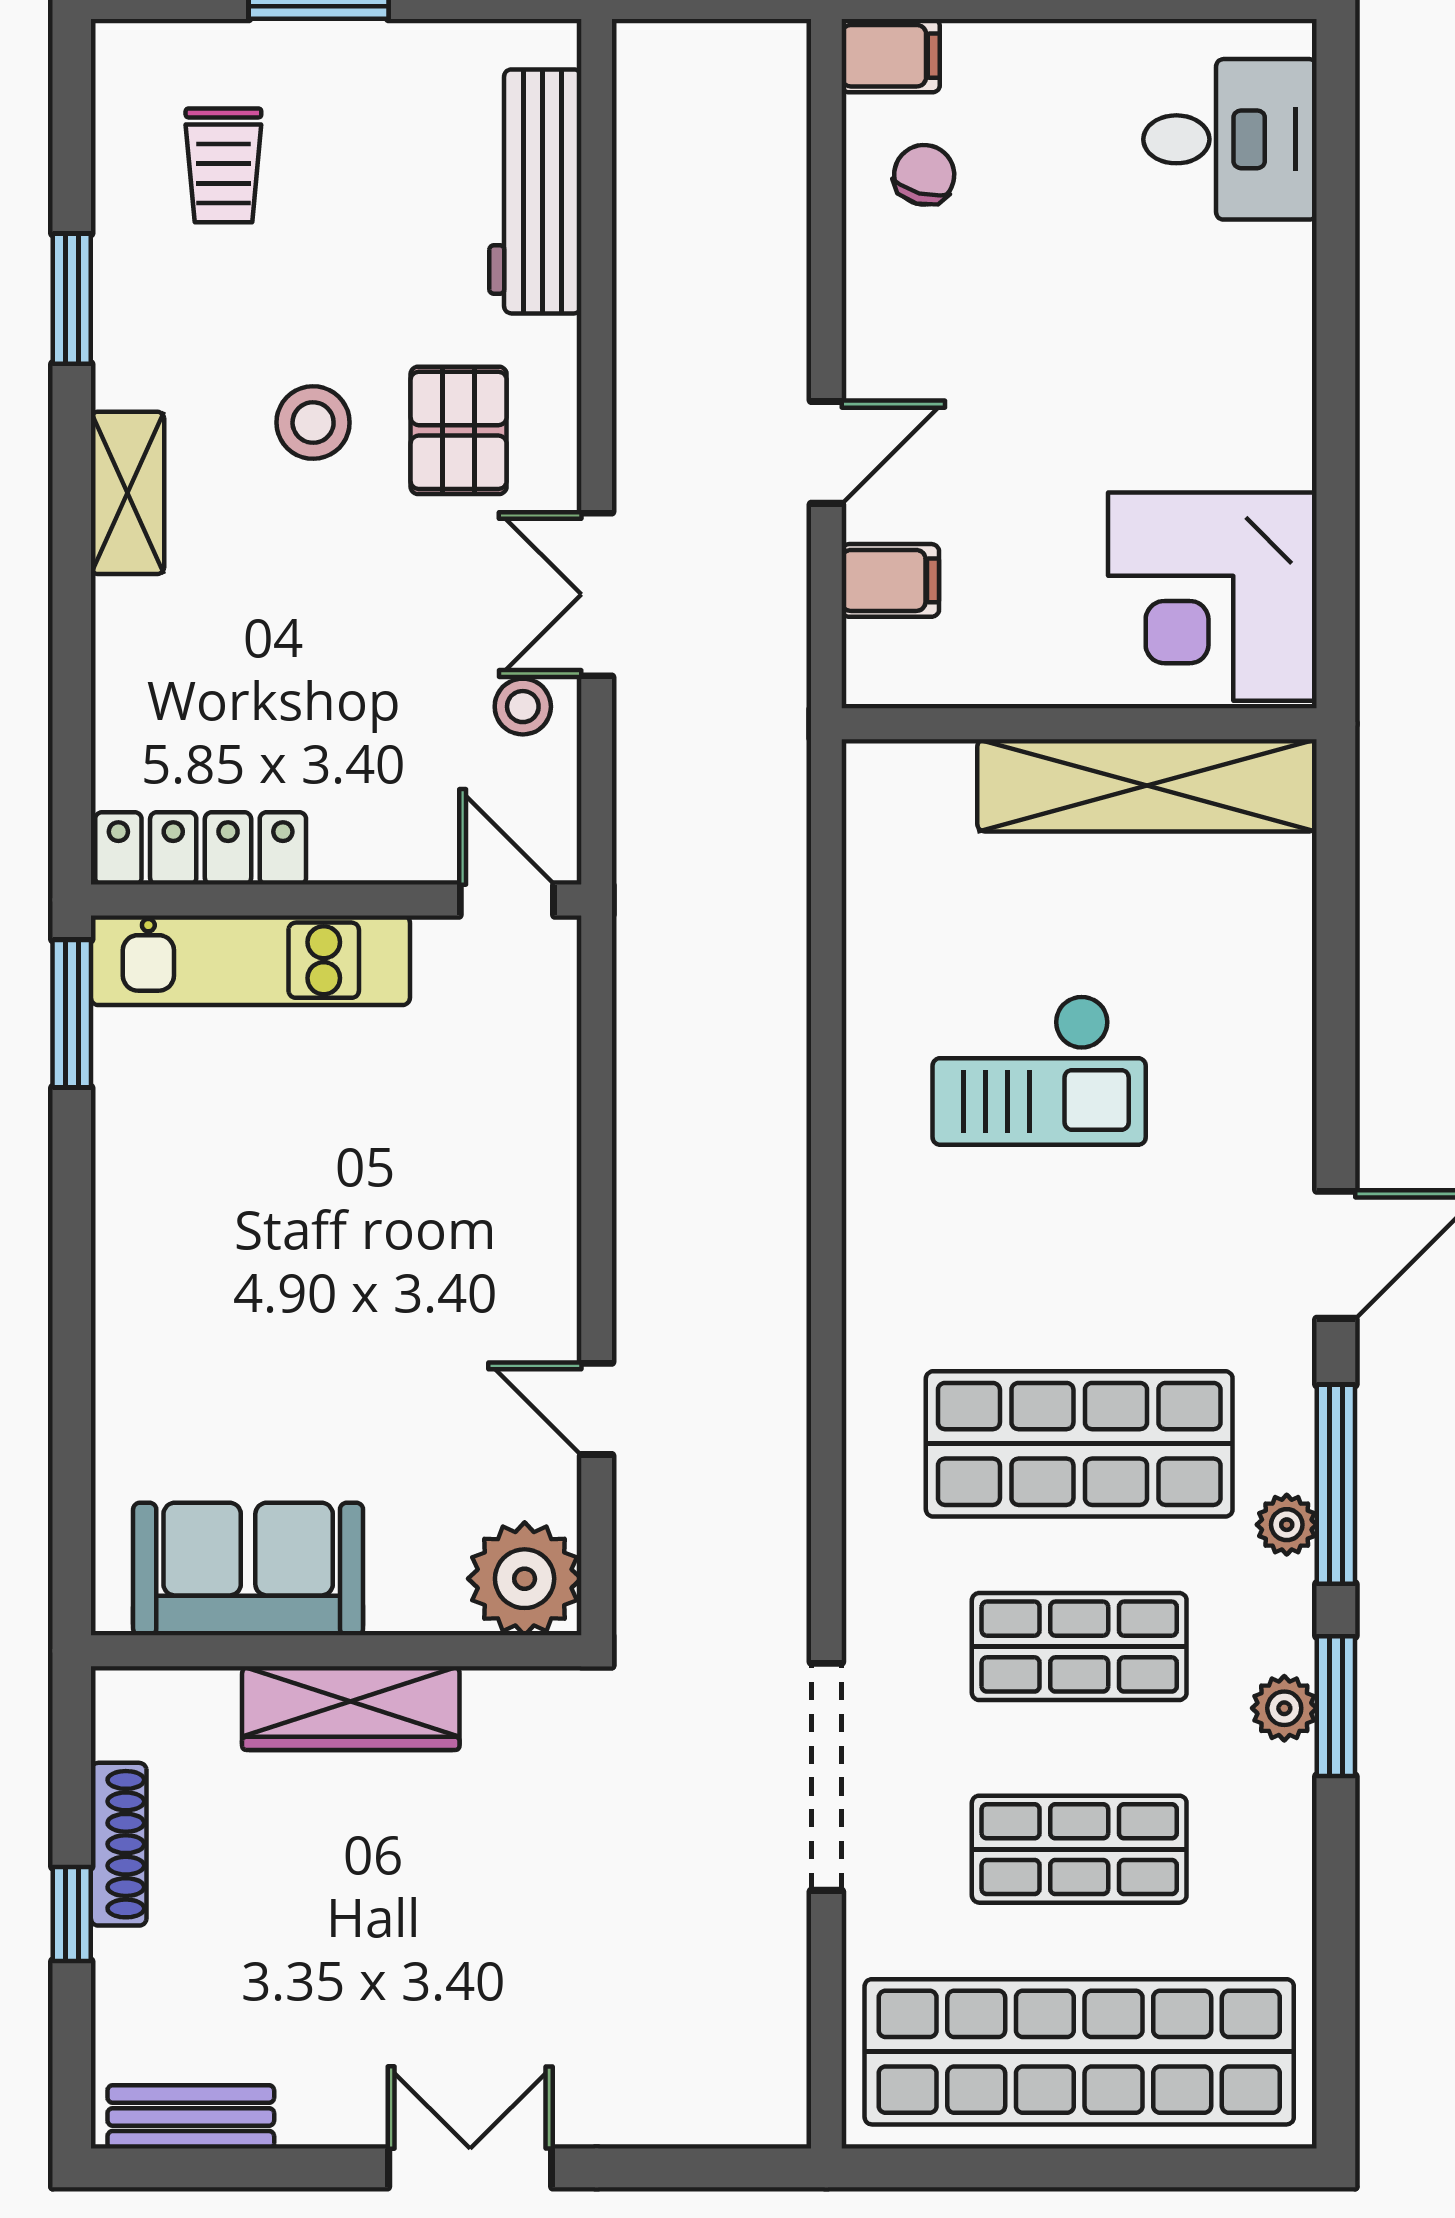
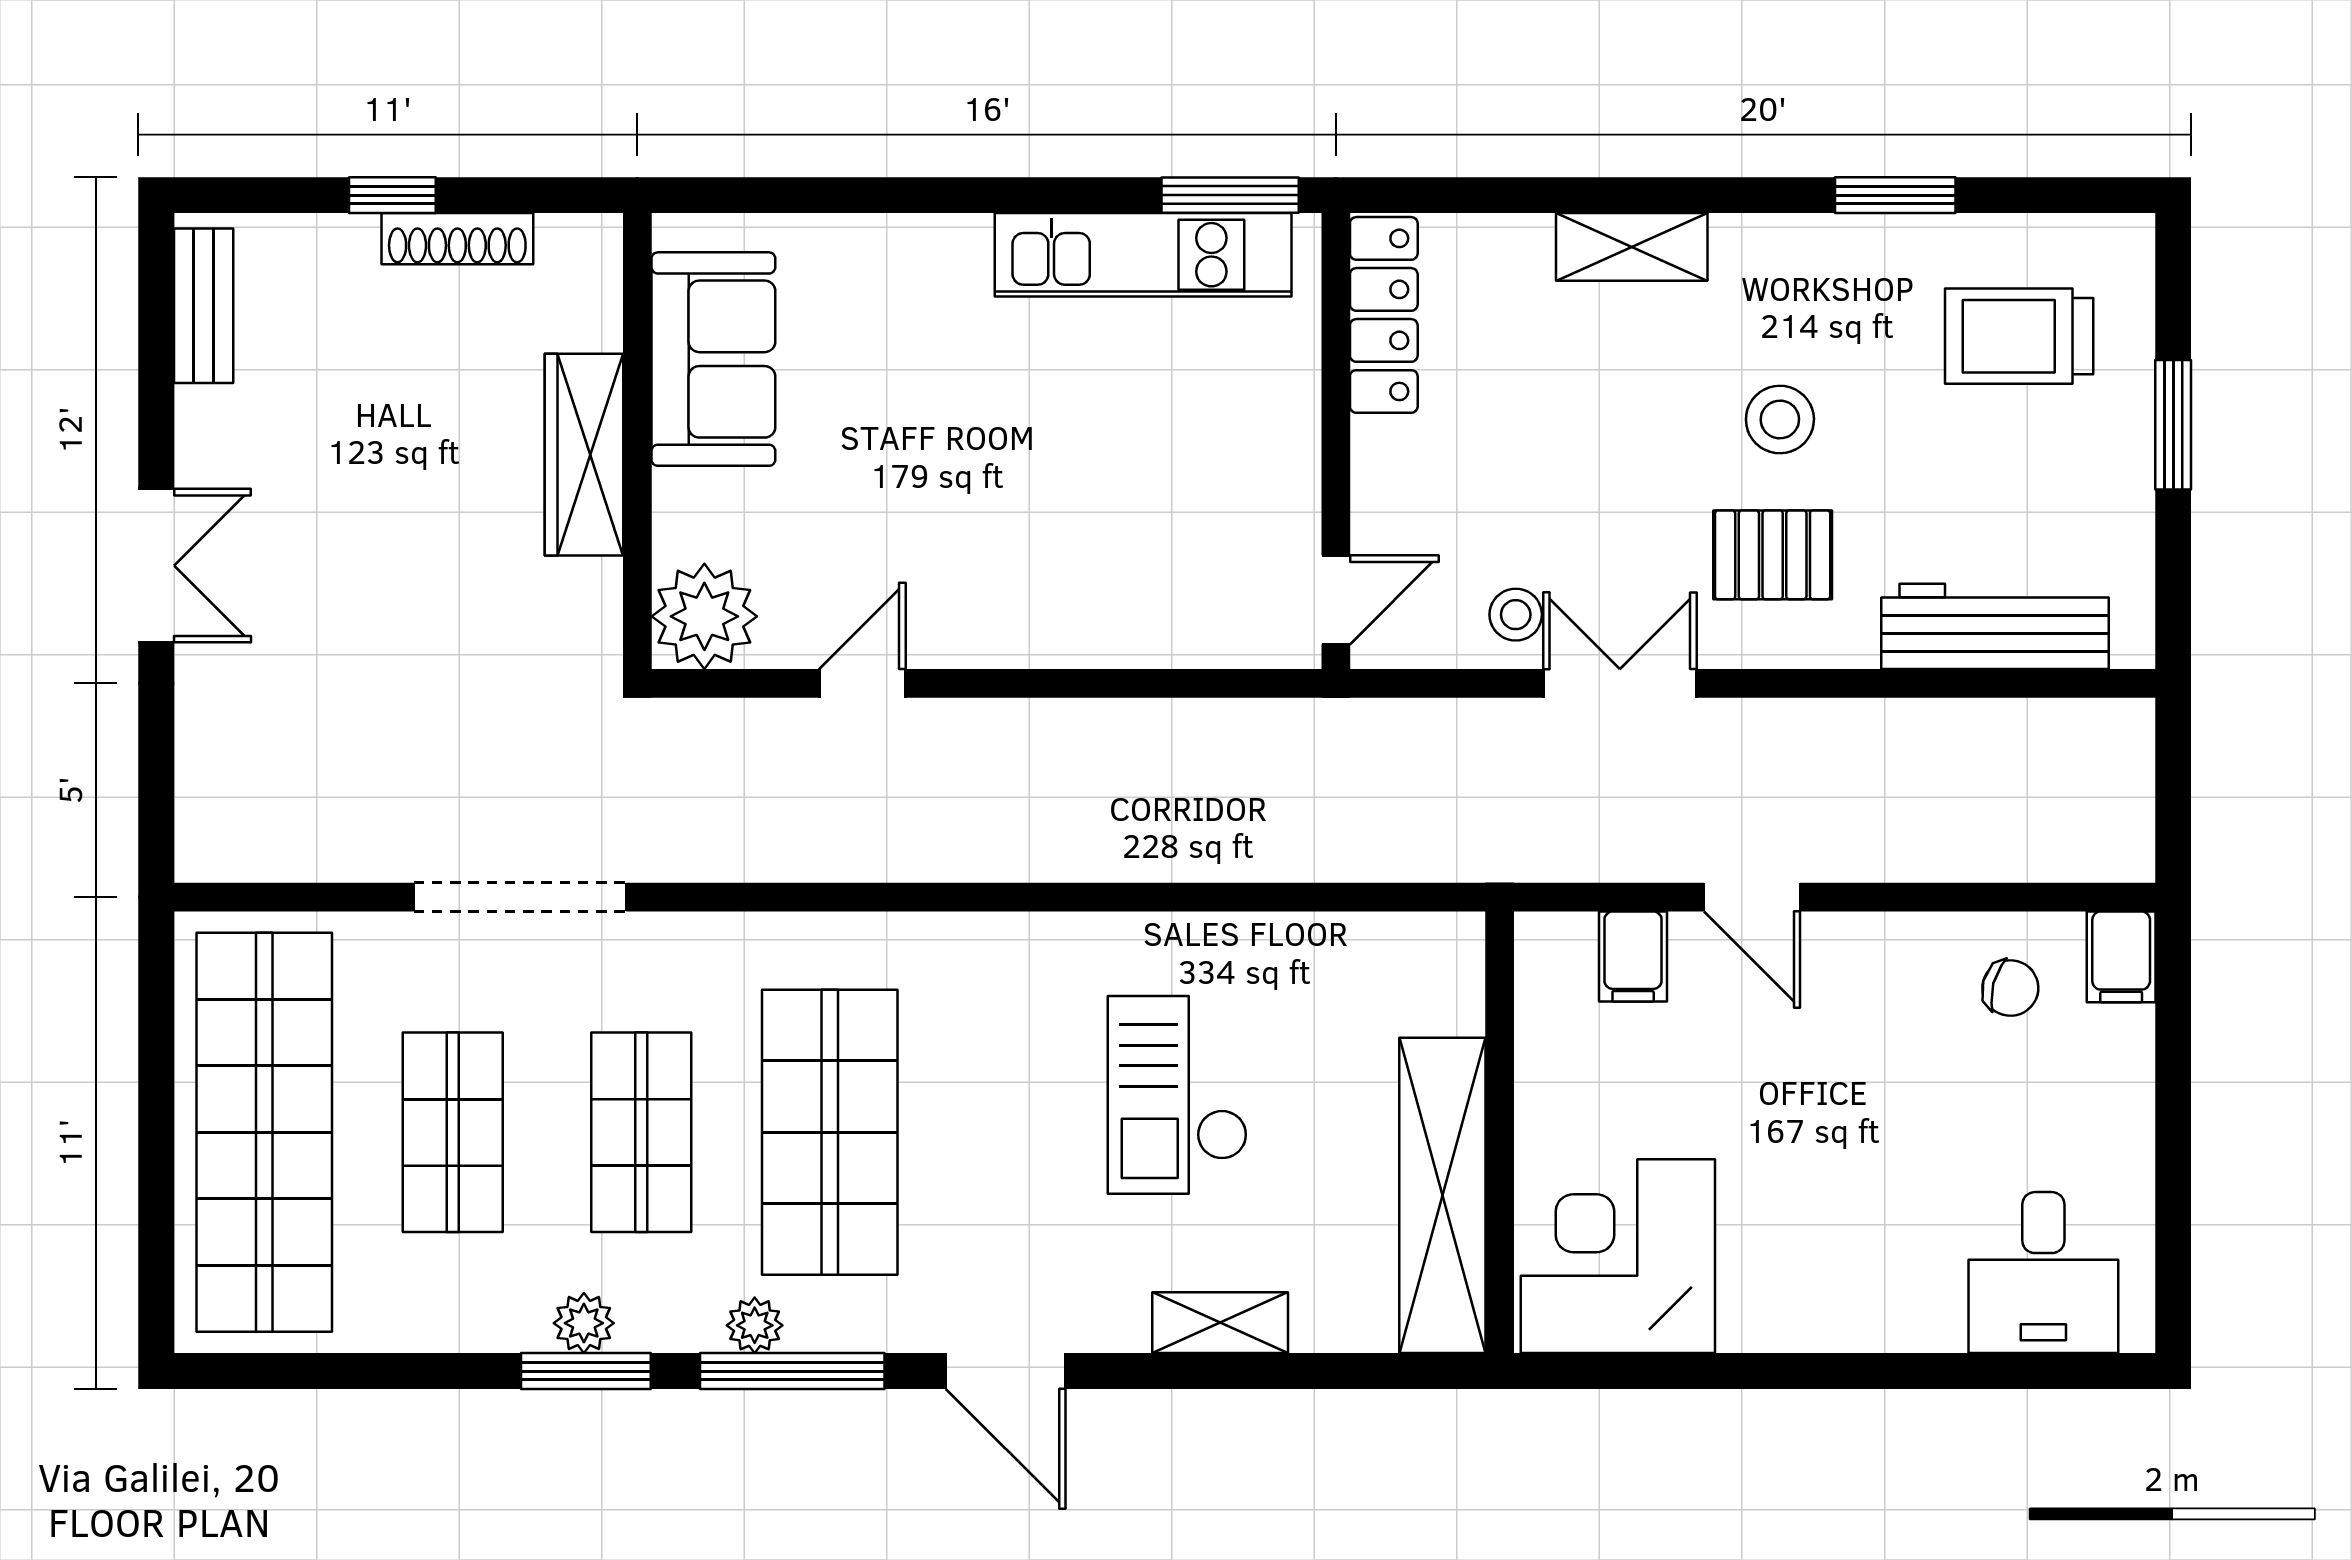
trolley: (223, 165) -> (2019, 336), width x1.36, depth x1.39
shelving: (128, 493) -> (1632, 247), moved
kitchen unit: (250, 960) -> (1143, 255), moved, turned -90
shelving: (1284, 1024) -> (1220, 1323), added

